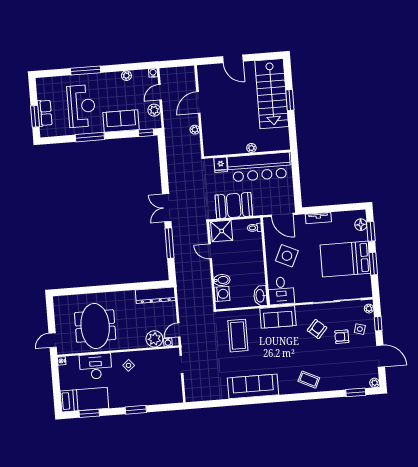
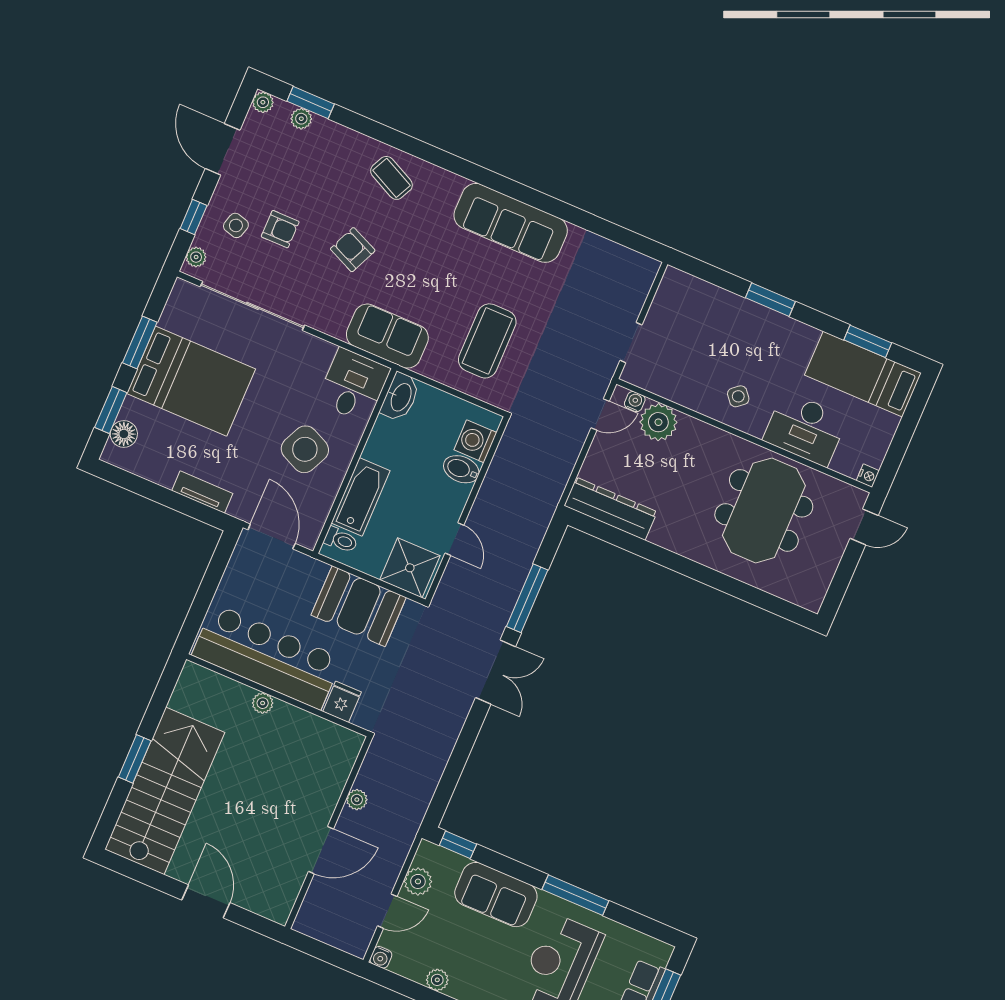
bathtub: (255, 249) -> (361, 497), added
armchair: (317, 329) -> (353, 250), moved, turned 73
plant: (356, 384) -> (301, 119), added

